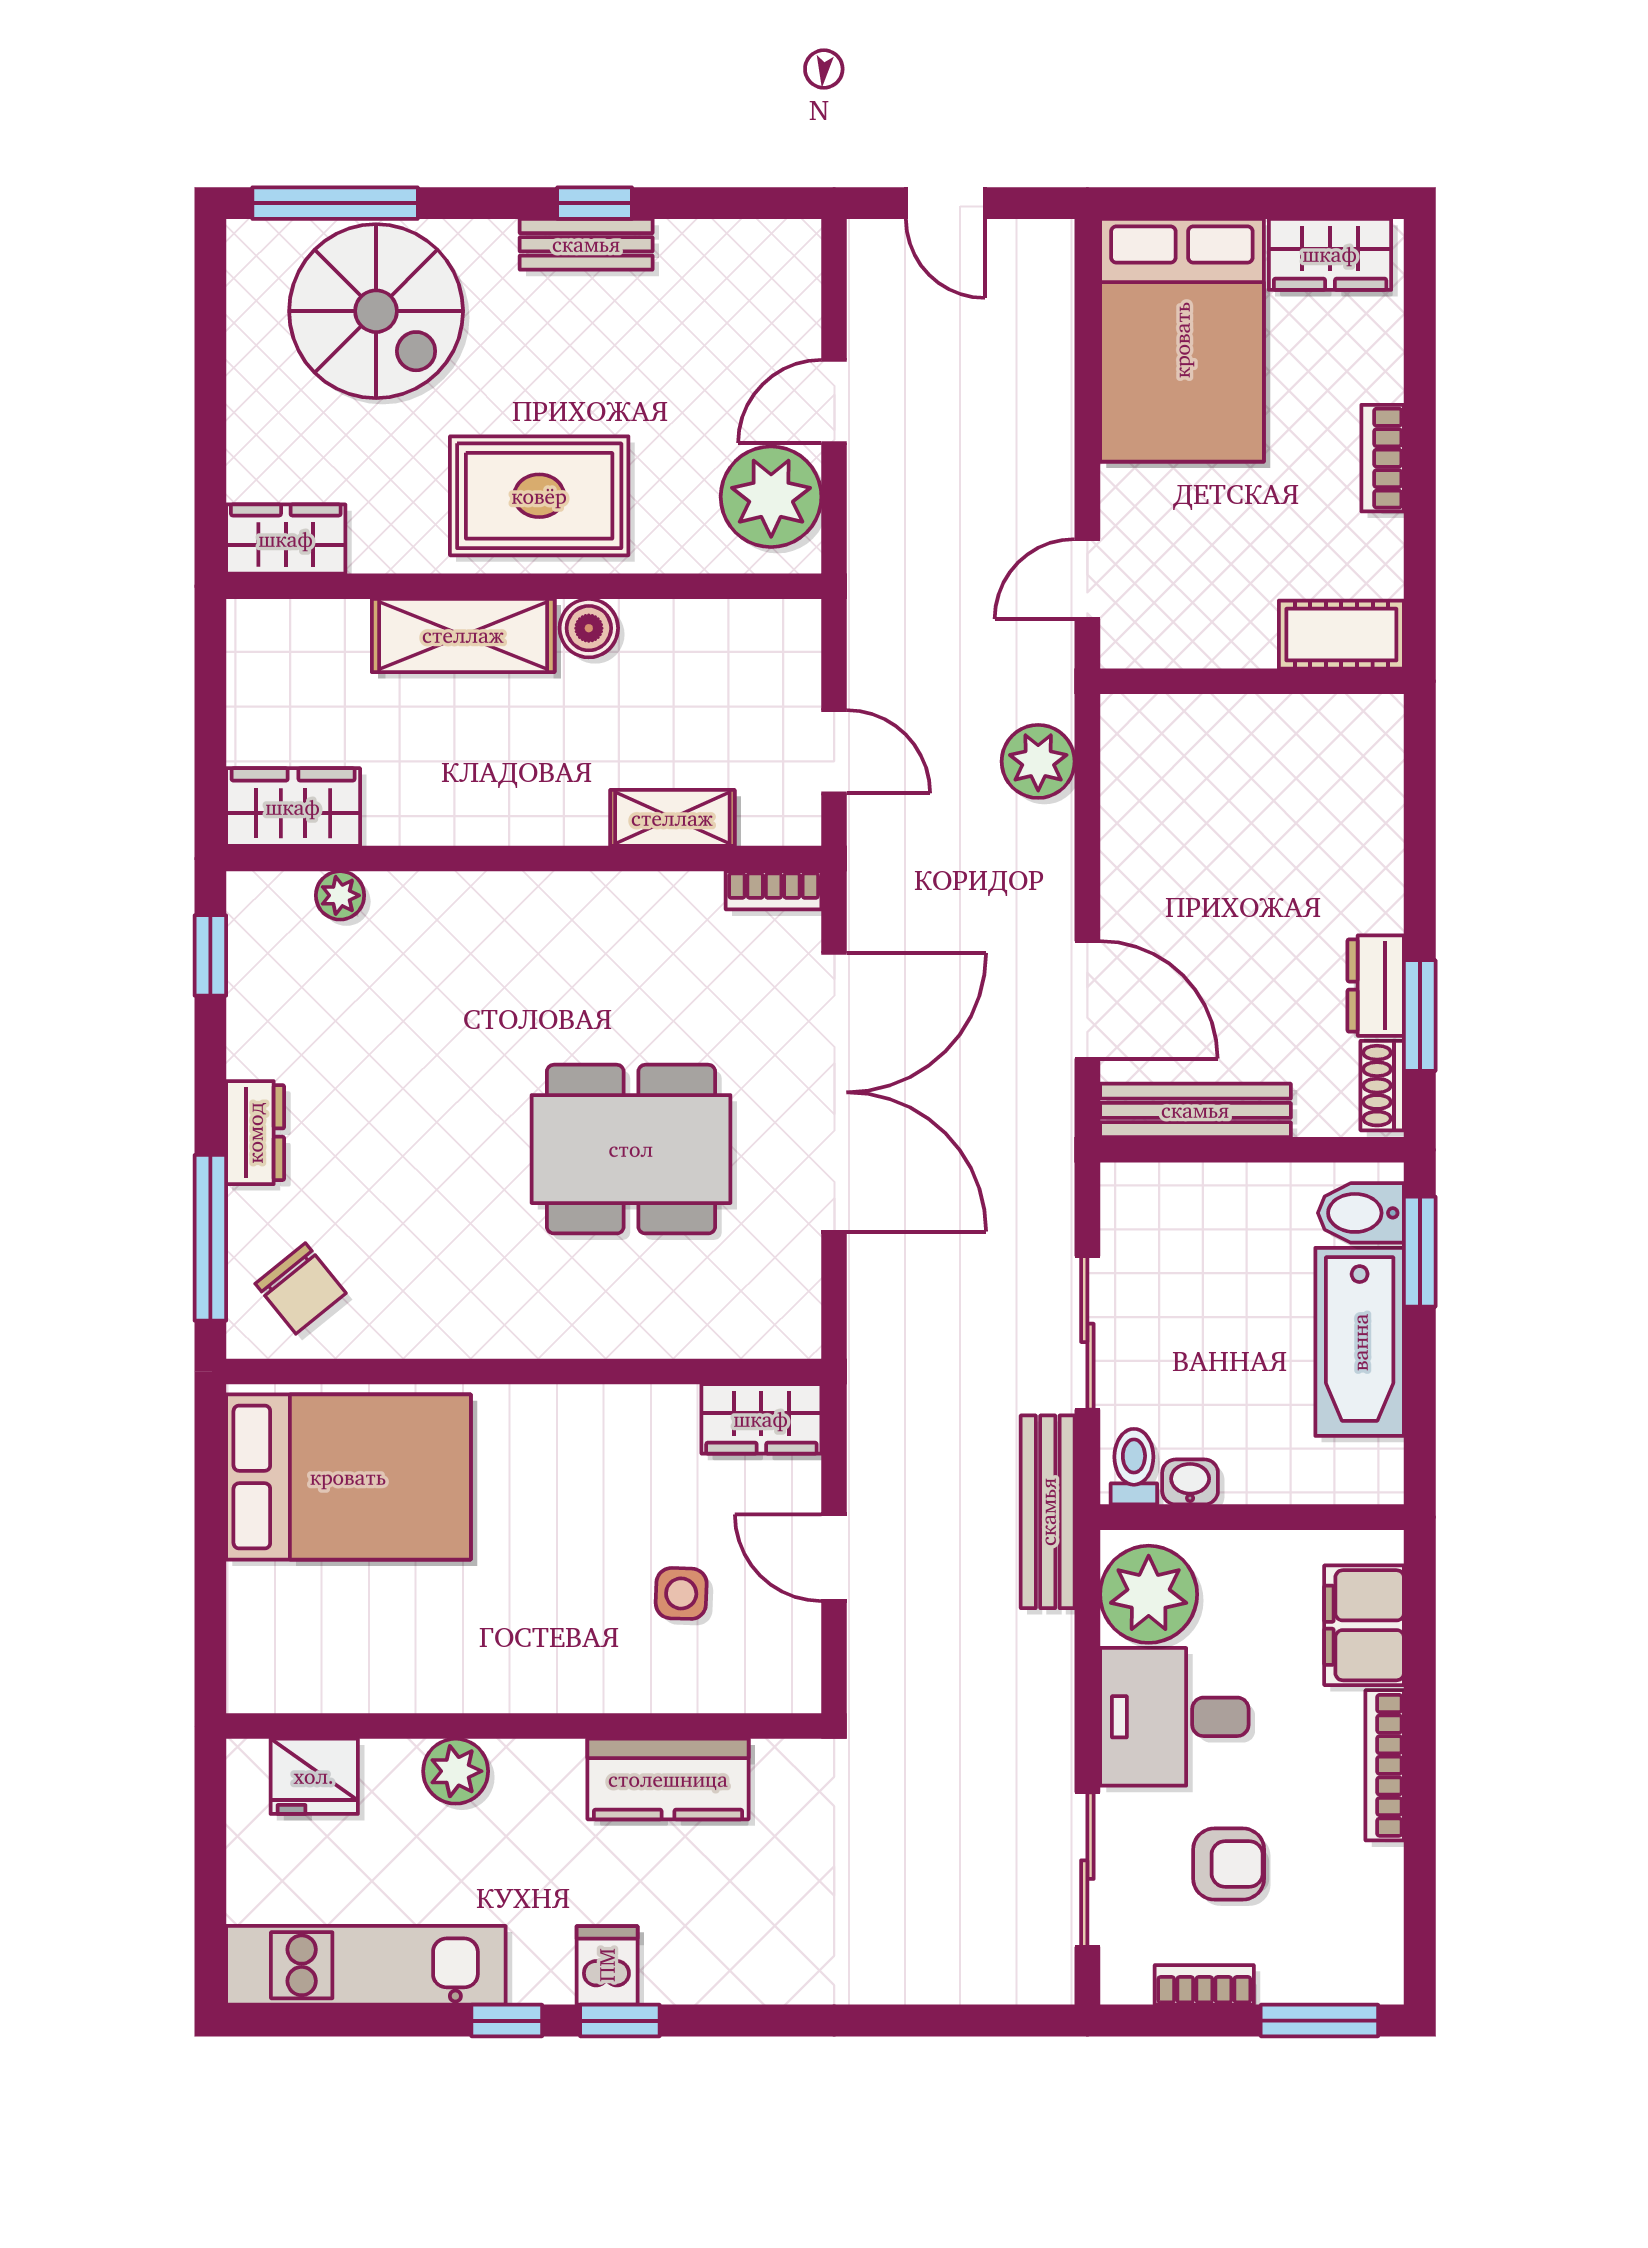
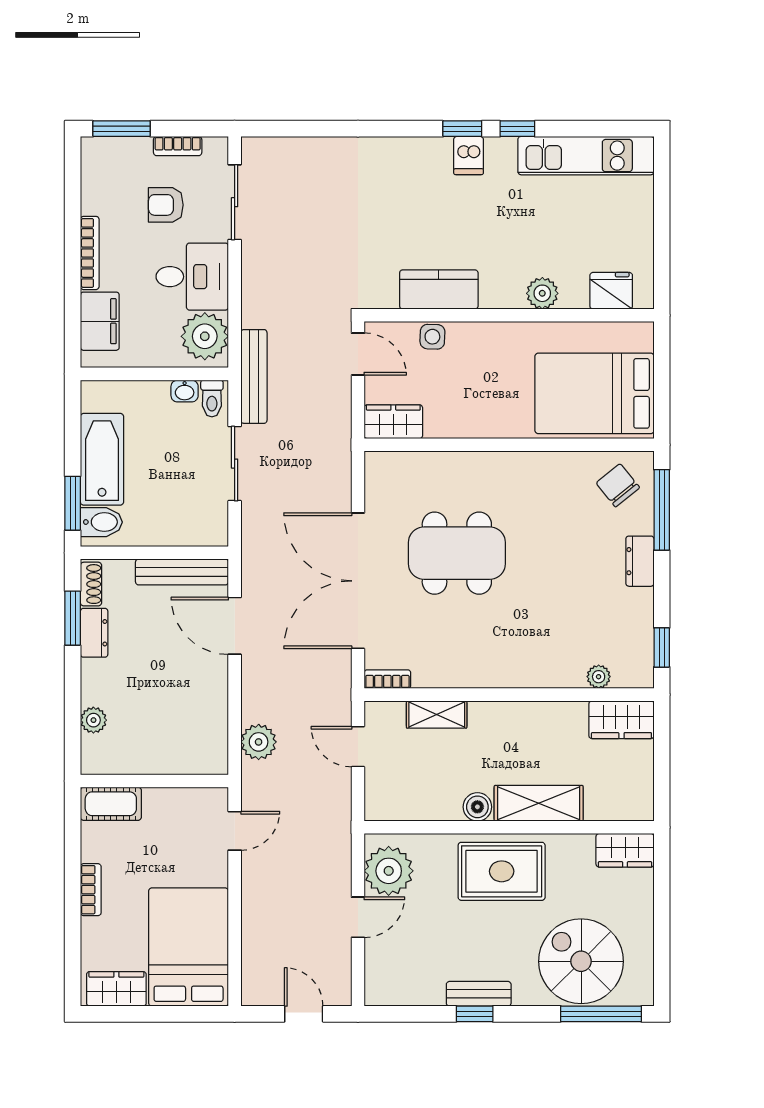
plant: (1377, 806) -> (93, 720), added
wall: (524, 1726) -> (509, 315), moved
plant: (456, 1771) -> (542, 293), moved
fridge: (314, 1776) -> (611, 291), moved
kitchen counter: (668, 1779) -> (439, 289), moved

